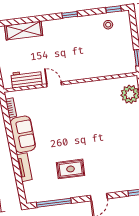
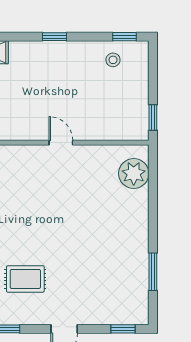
door: (54, 84) -> (61, 143), moved

